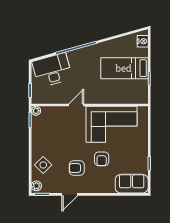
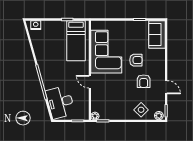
bed: (124, 68) -> (76, 41), moved

